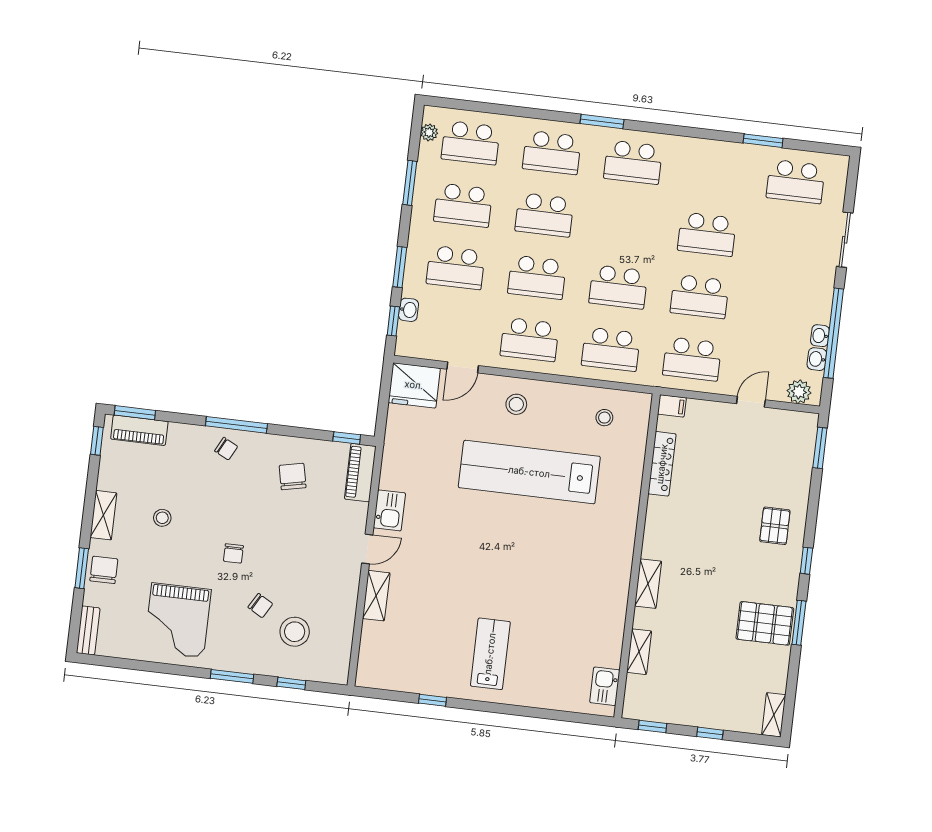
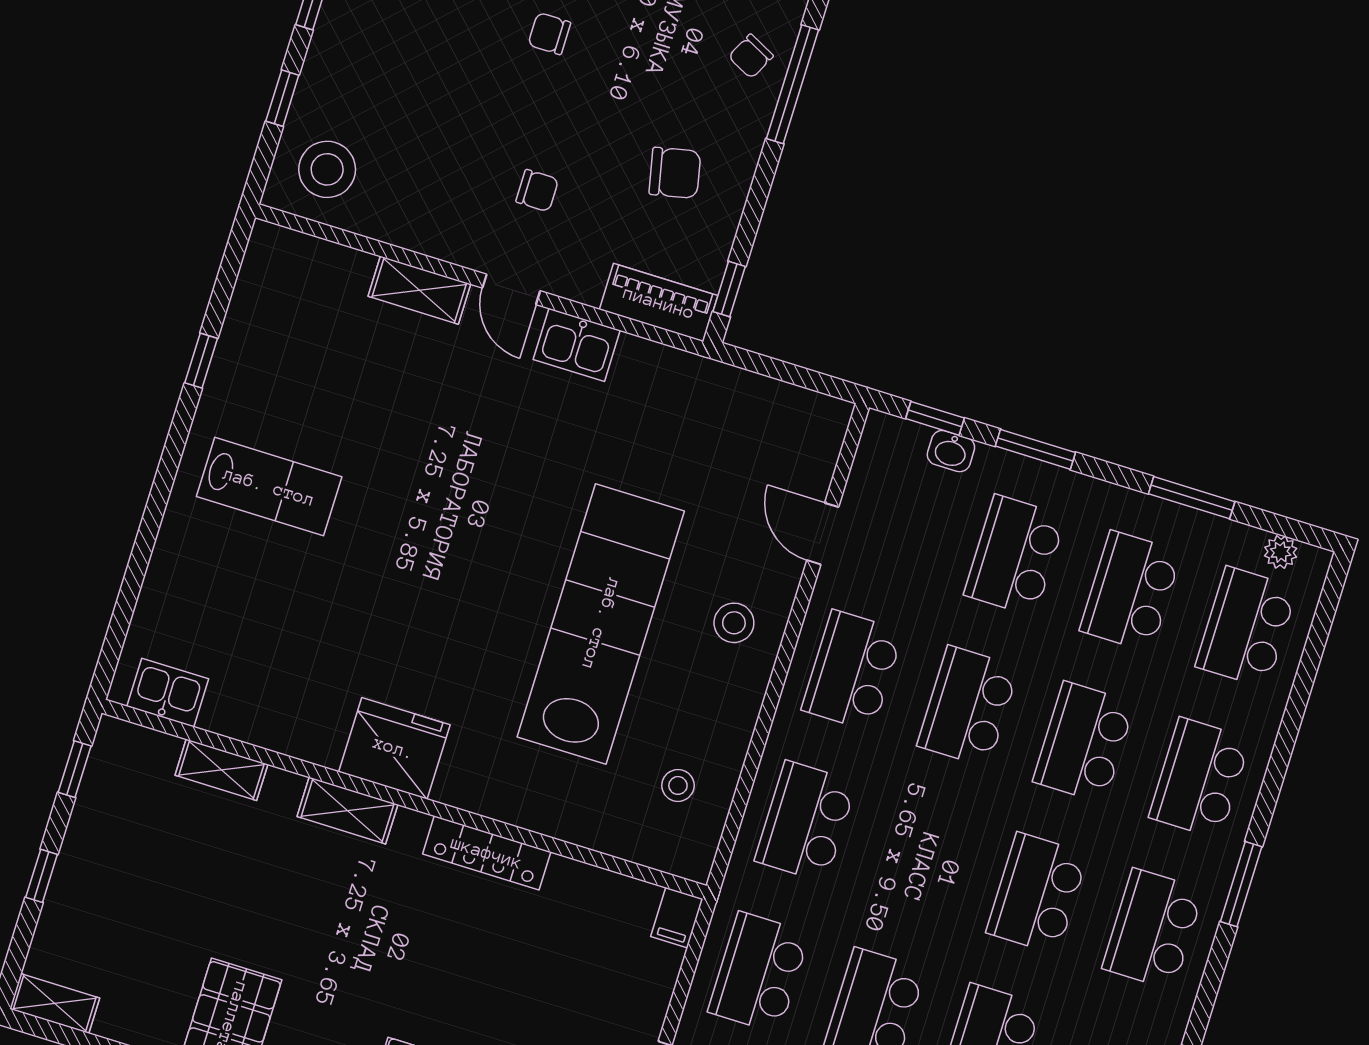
school desk: (618, 287) -> (1037, 893), moved
fridge: (414, 385) -> (394, 748), moved, turned 90
locker: (662, 464) -> (487, 853), moved
chair: (260, 606) -> (537, 191), moved, turned -120
stool: (295, 632) -> (327, 169), moved

